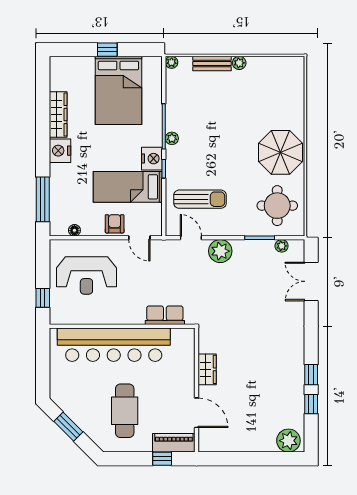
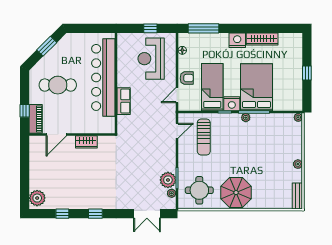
bench: (212, 64) -> (297, 196), moved
bed: (118, 90) -> (257, 87), moved, turned 90
plant: (220, 251) -> (168, 180), moved
double door: (311, 281) -> (147, 214), swing flipped
window: (43, 298) -> (150, 28), moved
row of seats: (165, 315) -> (124, 101), moved
window: (311, 375) -> (95, 214), moved

